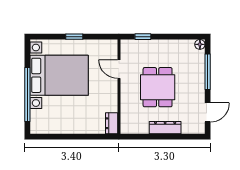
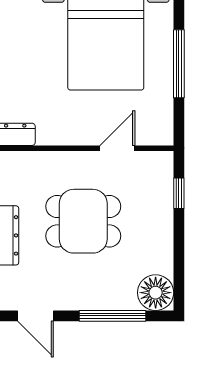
window: (74, 37) -> (179, 64), width x2.17
floor lamp: (200, 44) -> (156, 293), width x1.89, depth x1.89

